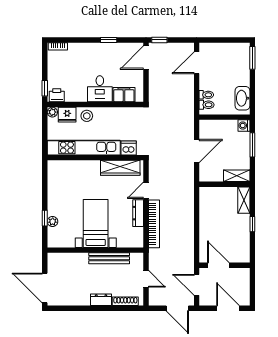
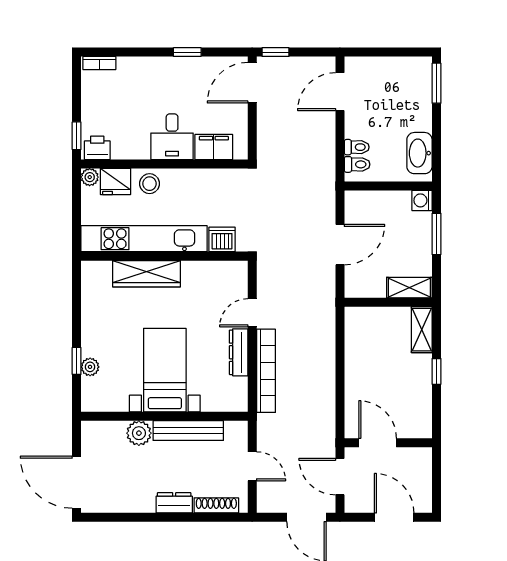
wardrobe: (120, 168) -> (146, 274), moved
plant: (81, 260) -> (139, 433), added

